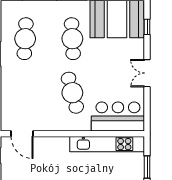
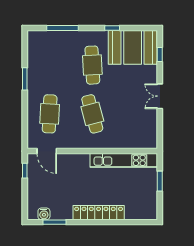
cafe table: (25, 39) -> (50, 114), moved
bar counter: (118, 116) -> (134, 135), removed

